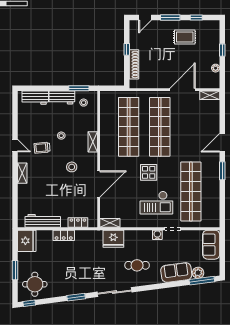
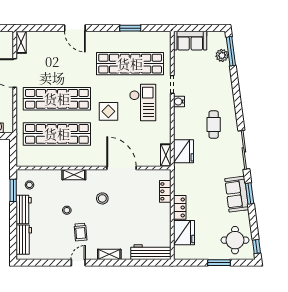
window: (222, 171) -> (130, 28), moved
workbench: (43, 221) -> (151, 252), moved, turned 90
fridge: (27, 241) -> (184, 233), moved, turned 90
sofa: (176, 273) -> (237, 194), moved

